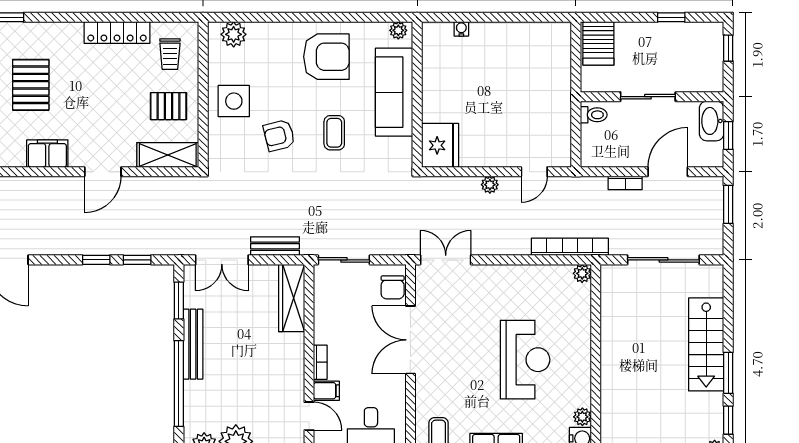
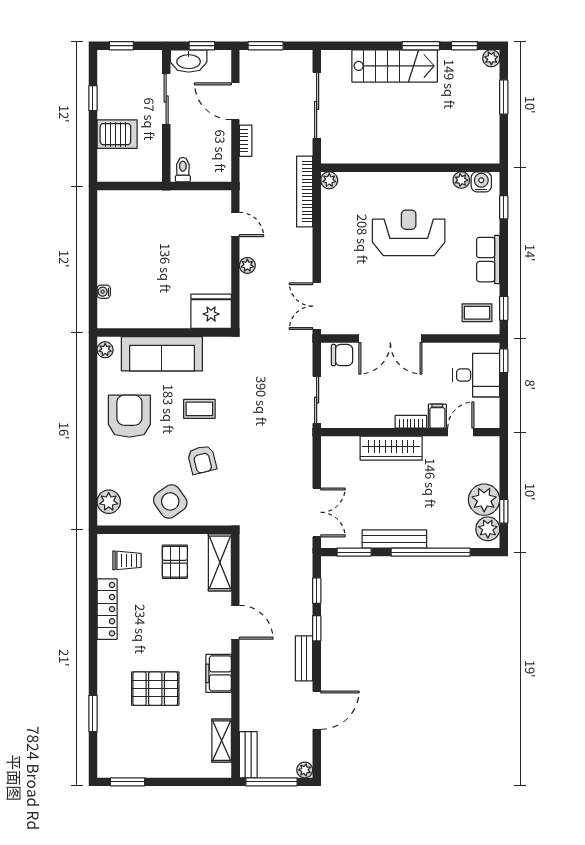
server rack: (598, 43) -> (117, 134), moved
sliding door: (648, 97) -> (166, 99), moved
side table: (234, 101) -> (170, 501), turned -35
bench: (275, 246) -> (304, 658), moved
wardrobe: (292, 298) -> (391, 448), moved

